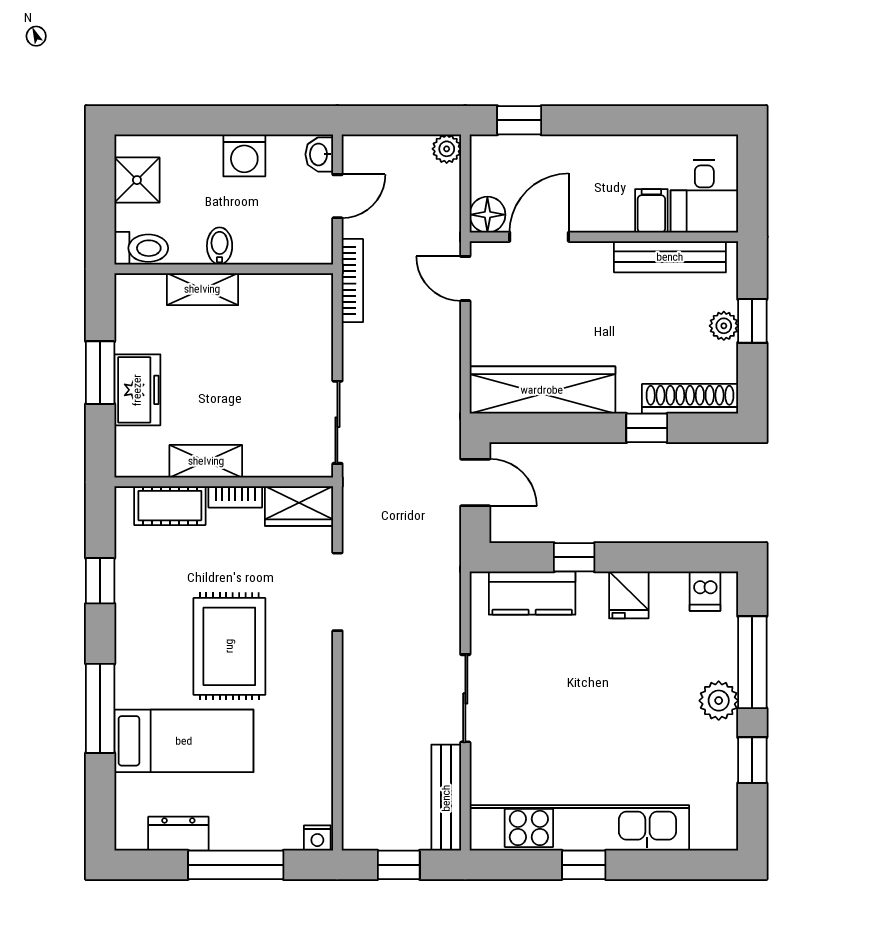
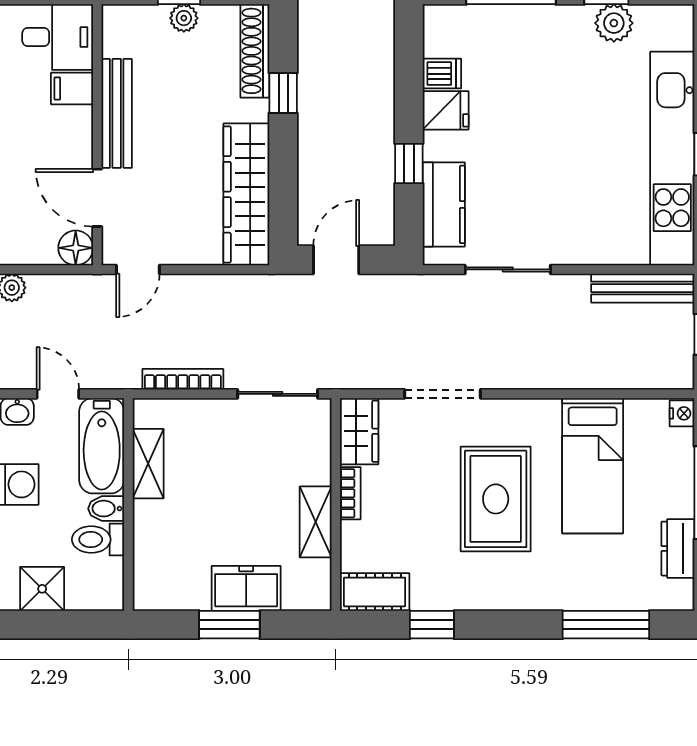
bathtub: (284, 241) -> (102, 446), added
toilet: (141, 248) -> (98, 539), moved, turned -90
bench: (670, 257) -> (117, 113), moved
bookcase: (352, 281) -> (183, 379), moved
shelving: (202, 289) -> (148, 464), moved
cot: (170, 506) -> (375, 592), moved, turned 90
dishwasher: (705, 591) -> (442, 74), moved
rug: (229, 646) -> (496, 499), turned 90
sliding door: (465, 698) -> (508, 269), moved
plant: (719, 701) -> (614, 23), moved
window: (100, 708) -> (606, 625), moved
bed: (184, 741) -> (593, 466), moved, turned 180

